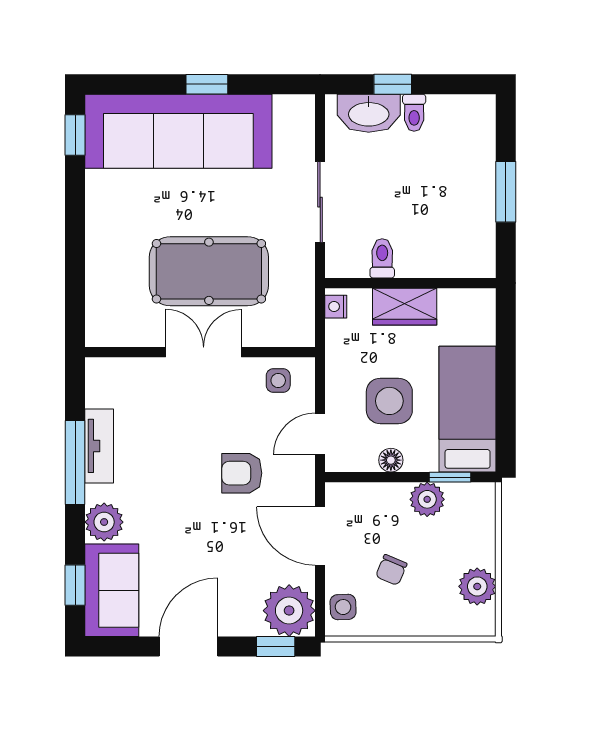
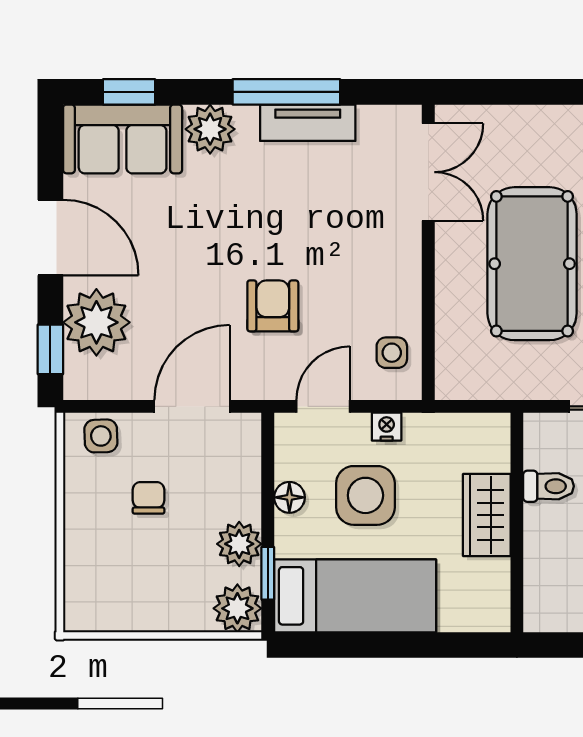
nightstand: (336, 307) -> (387, 427), moved
double door: (204, 352) -> (428, 172), moved
door: (320, 434) -> (323, 406), hinge flipped
chair: (391, 570) -> (149, 498), turned 67
plant: (477, 586) -> (237, 608), moved
plant: (289, 611) -> (96, 322), moved

